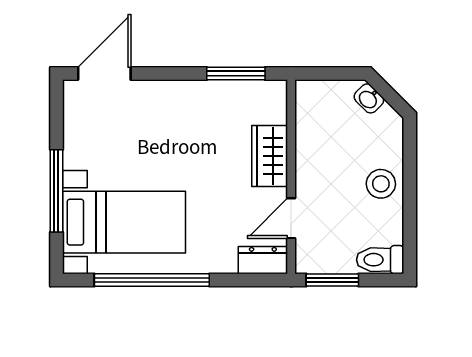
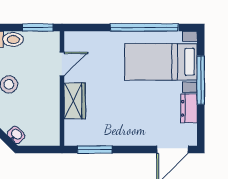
dresser: (263, 260) -> (189, 108), moved, turned 90

